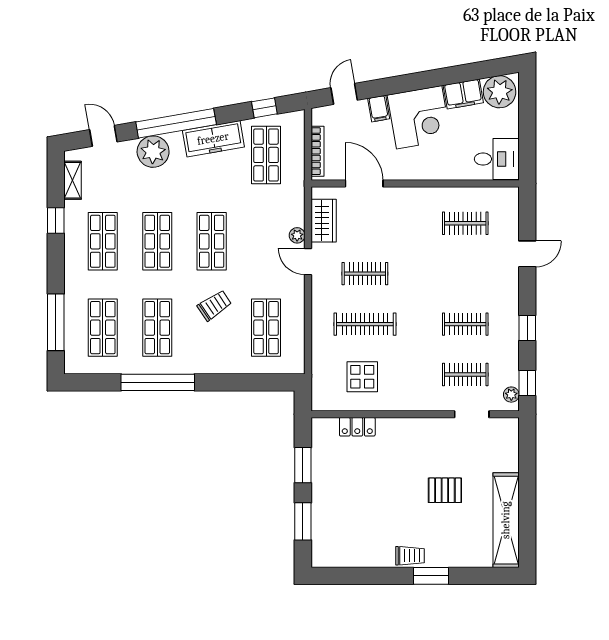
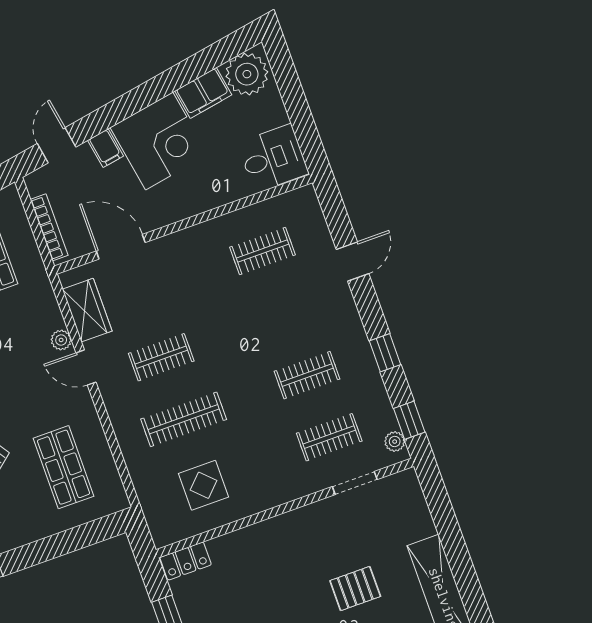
locker: (357, 427) -> (186, 561), moved

